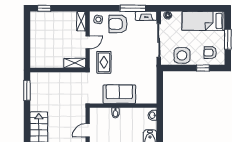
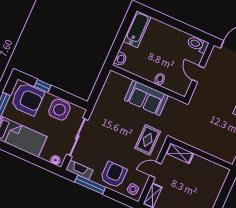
armchair: (118, 24) -> (114, 175), turned -90
armchair: (210, 53) -> (27, 99), width x1.88, depth x1.88
door: (88, 130) -> (198, 74), swing flipped

